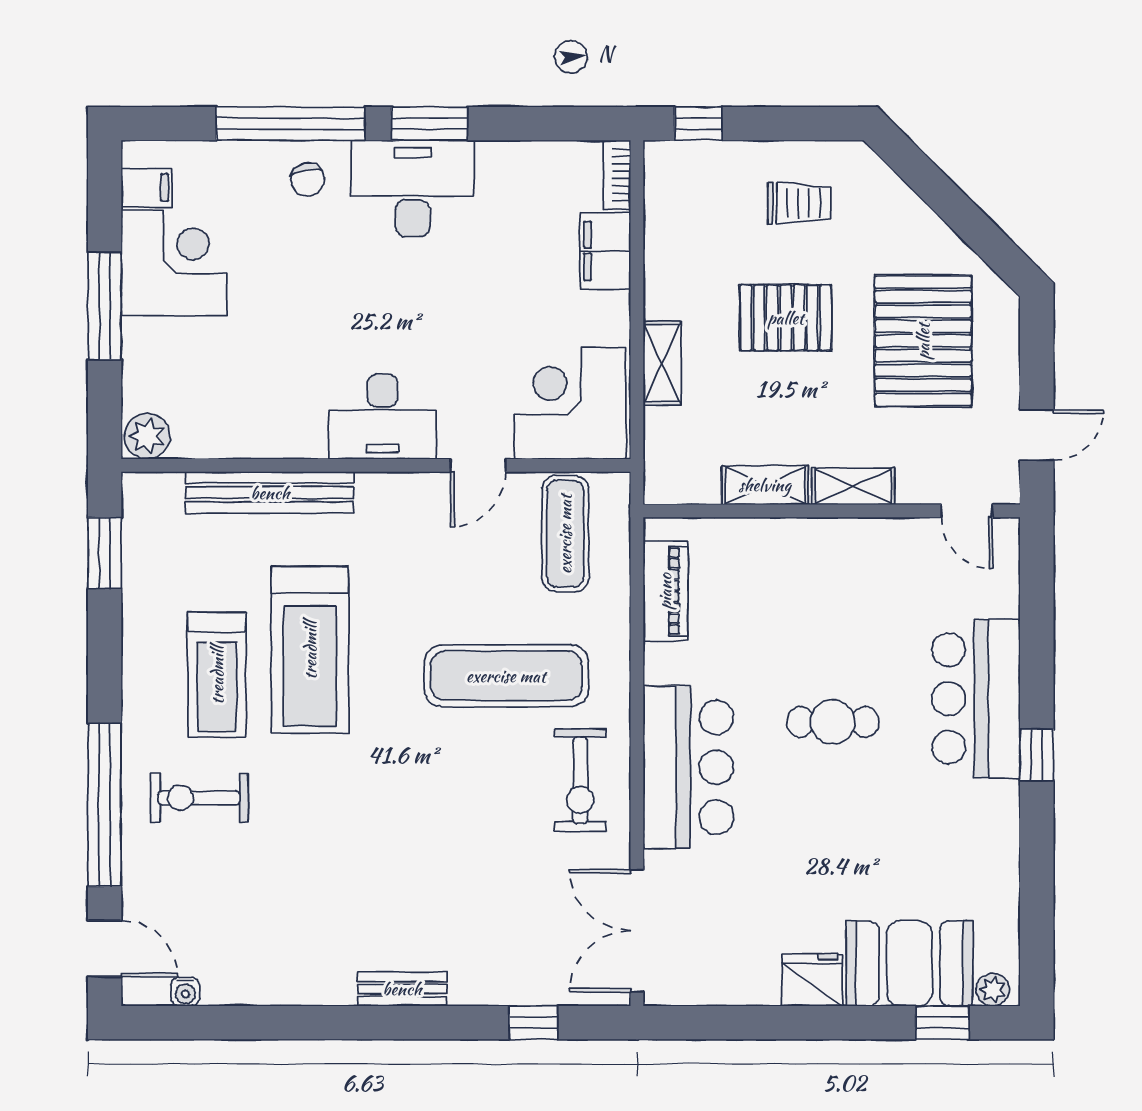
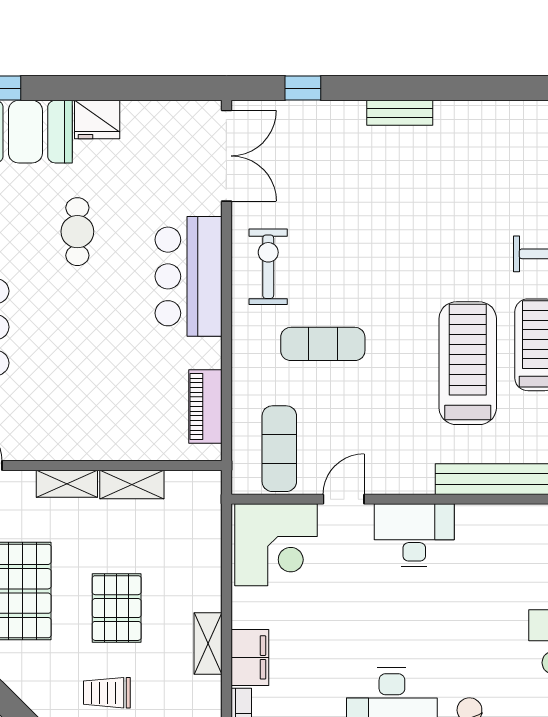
pallet: (786, 318) -> (117, 608), turned 90
shelving: (662, 363) -> (208, 643), moved
exercise mat: (506, 676) -> (323, 344), width x0.73, depth x0.69
cafe table: (833, 722) -> (77, 232), moved, turned 90

